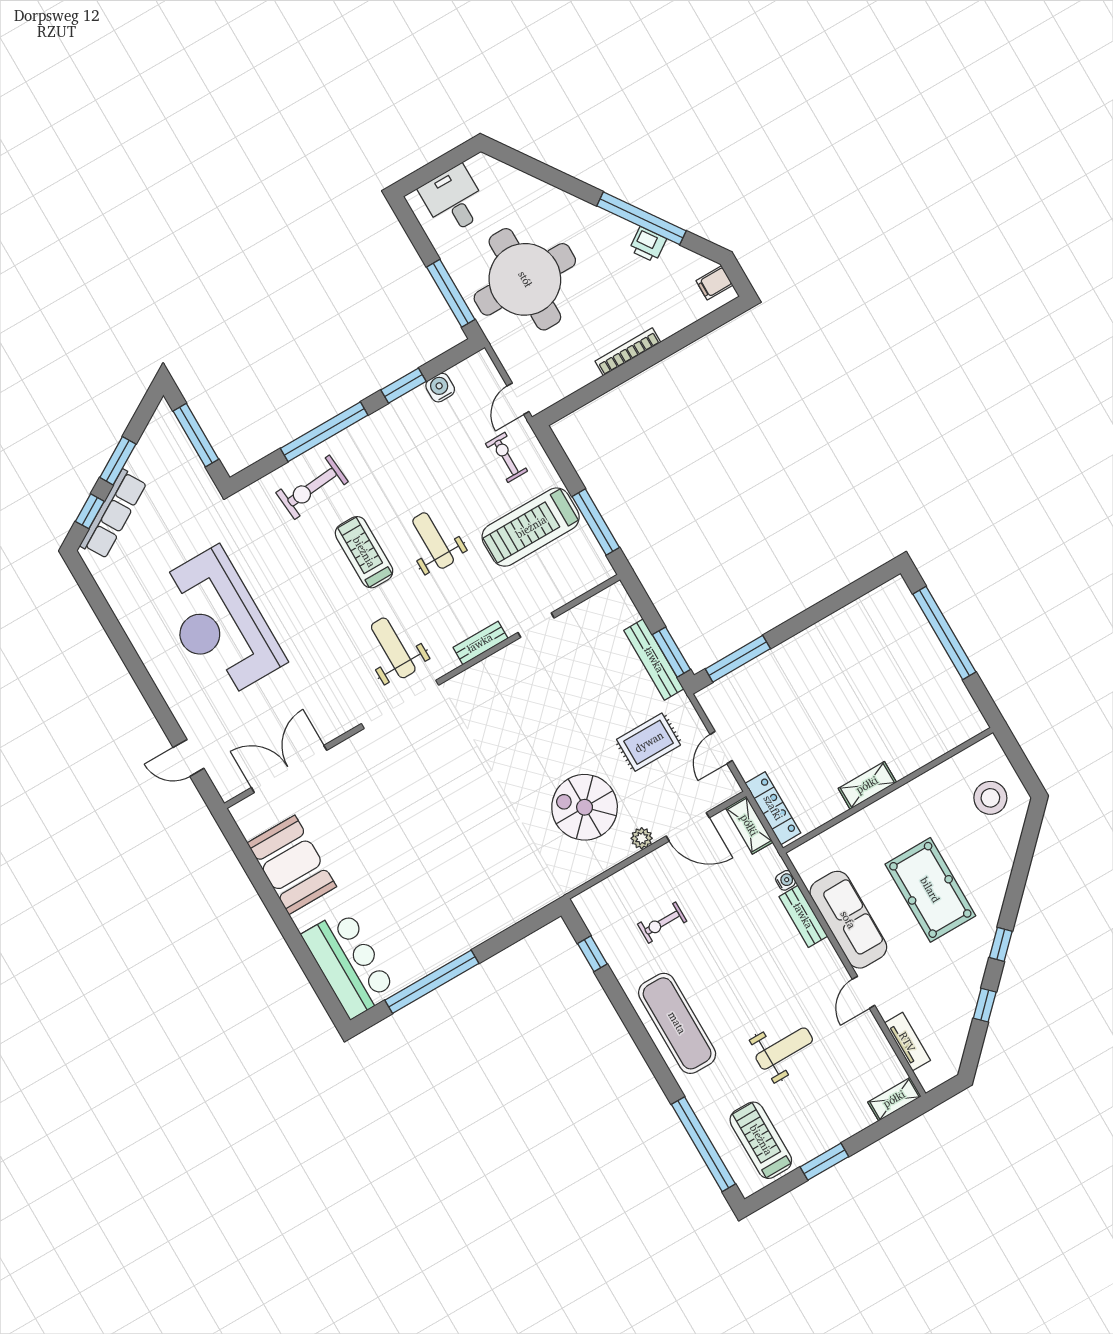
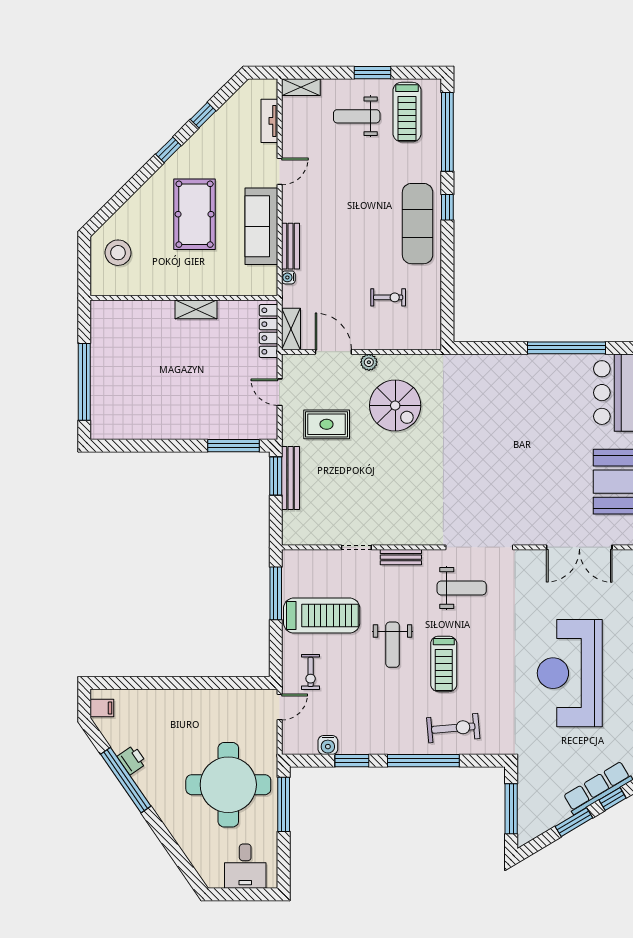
bookcase: (628, 352) -> (187, 696), removed
reception desk: (218, 623) -> (570, 673), turned 180
weight bench: (393, 648) -> (462, 588), turned -90
door: (721, 748) -> (280, 392), swing flipped
window: (592, 954) -> (447, 207), moved
weight bench: (784, 1049) -> (357, 116), moved

